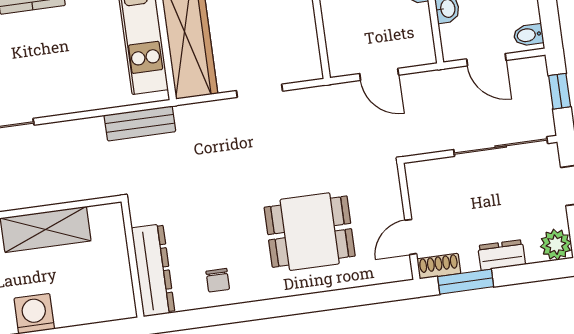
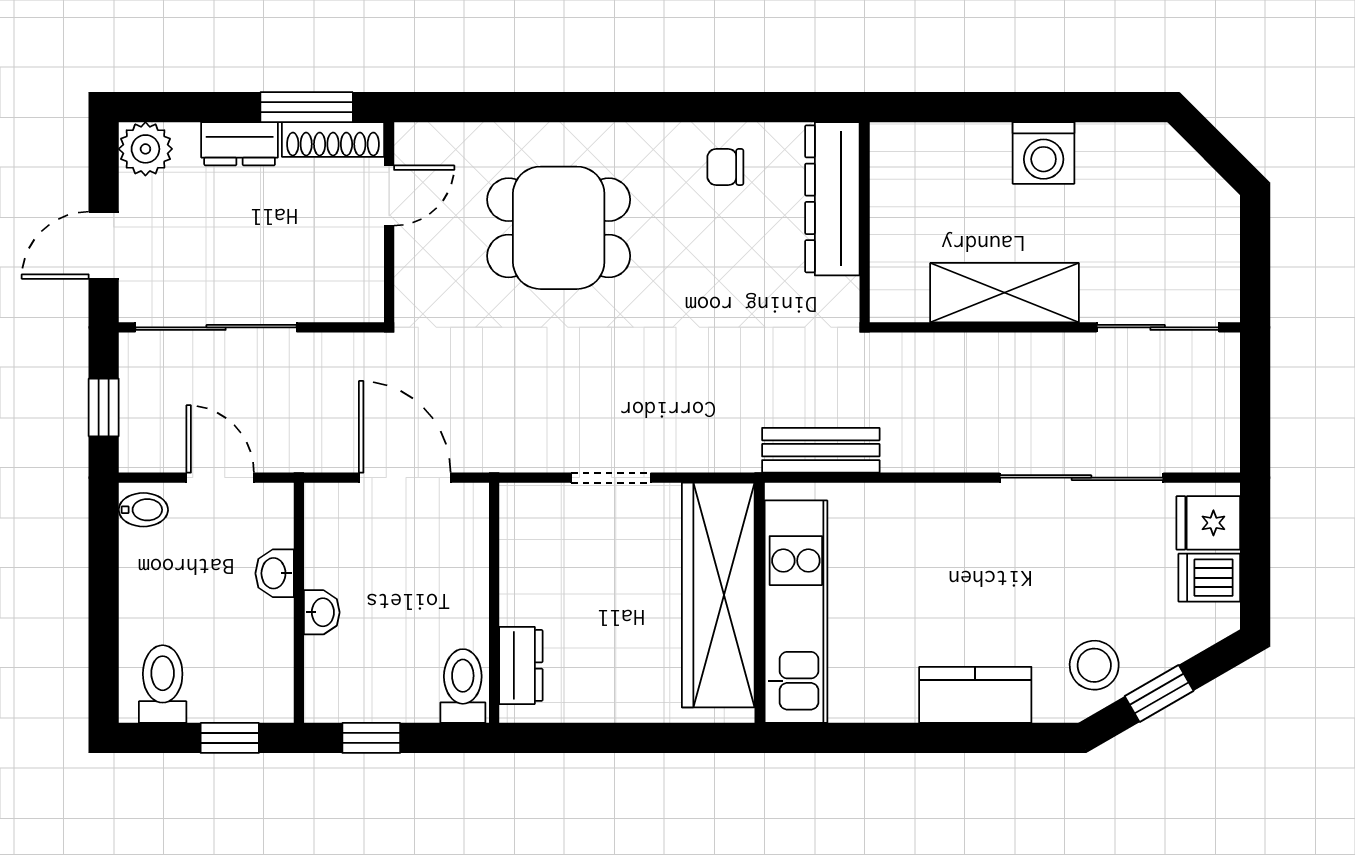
door: (379, 74) -> (405, 478), width x1.38
shoe rack: (439, 266) -> (333, 140), width x1.43
chair: (218, 280) -> (725, 167), turned -90

